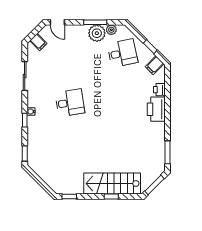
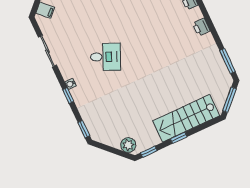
desk: (70, 103) -> (105, 57), turned 33
printer: (156, 109) -> (201, 27), width x0.53, depth x0.68
plant: (55, 183) -> (128, 145), added
window: (111, 197) -> (179, 138), moved

